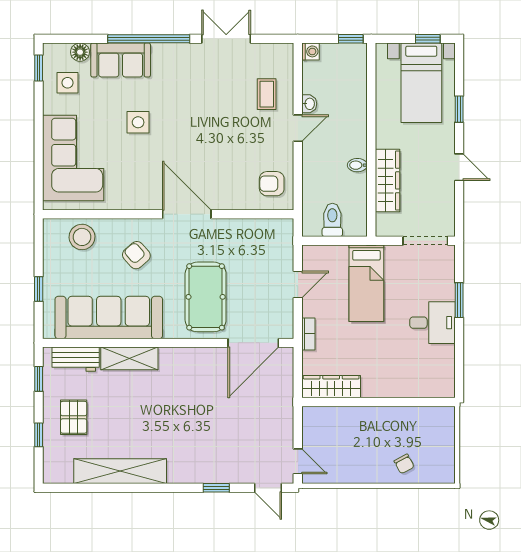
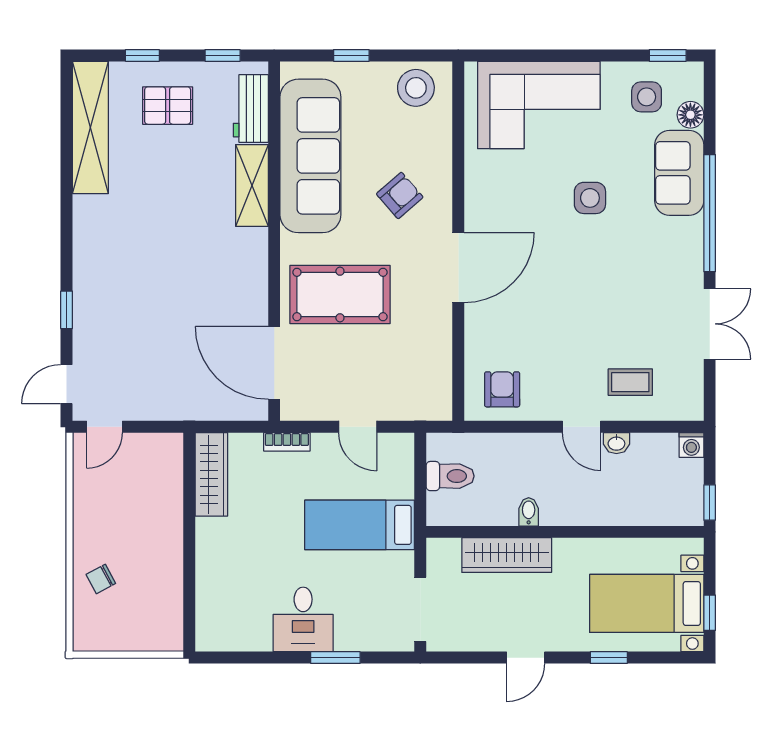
stool: (82, 237) -> (416, 88), moved
shelving: (120, 471) -> (90, 127), moved

